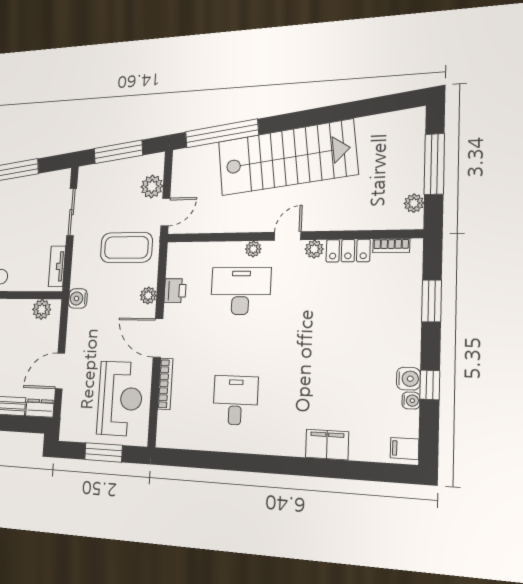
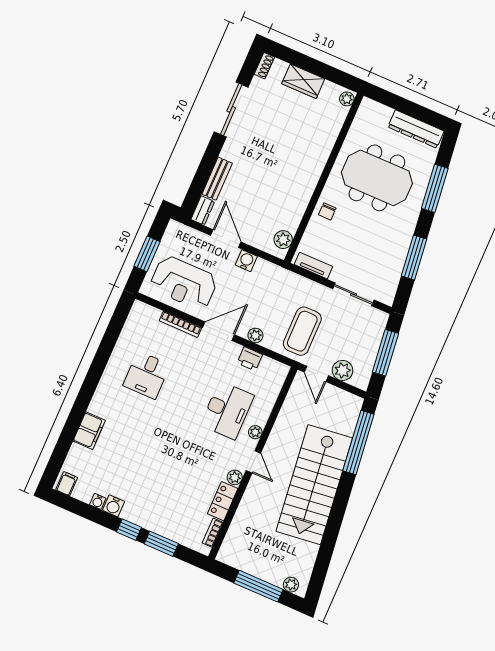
plant: (414, 203) -> (291, 585), moved
water cooler: (78, 298) -> (246, 261), moved
window: (430, 385) -> (129, 530), moved
desk: (235, 400) -> (147, 375), turned 90

